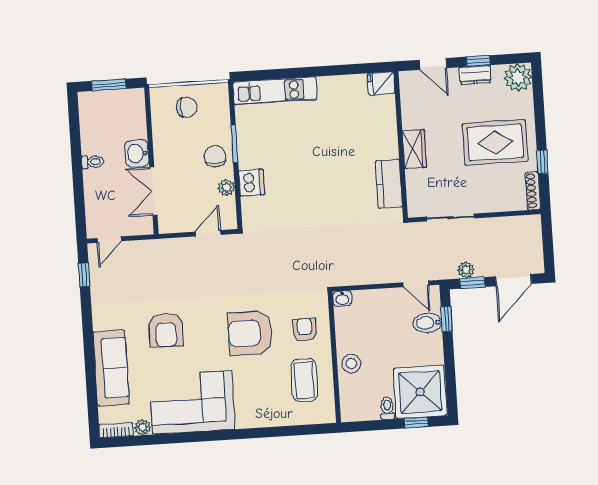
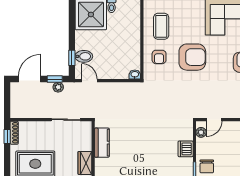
window: (543, 162) -> (7, 137), moved
plant: (227, 188) -> (201, 132), moved
stool: (351, 364) -> (132, 35), removed

